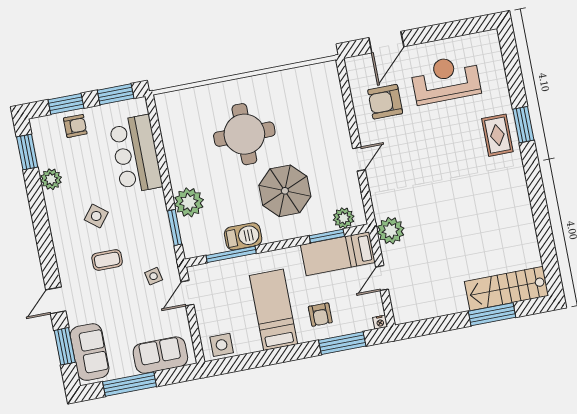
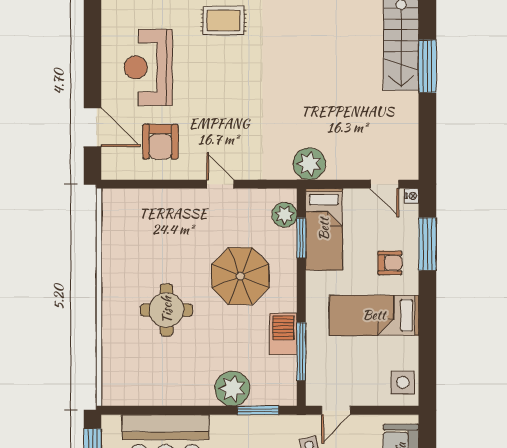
round table: (244, 134) -> (167, 310), width x0.73, depth x0.73
door: (382, 278) -> (384, 184), moved
door: (187, 293) -> (336, 410), hinge flipped

